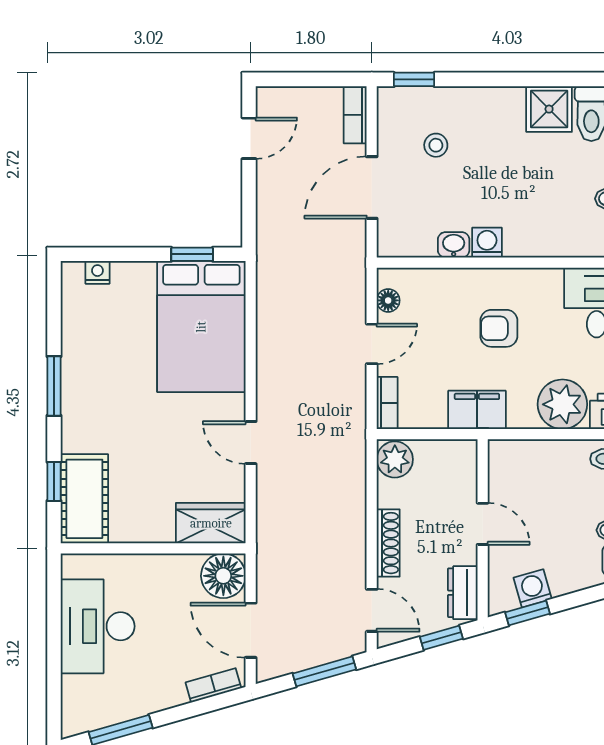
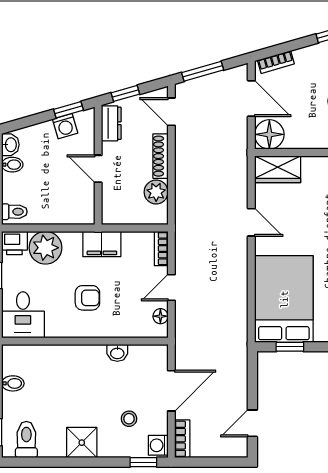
shower: (549, 109) -> (82, 443), moved
washing machine: (487, 243) -> (158, 445), moved, turned 90
plant: (395, 459) -> (156, 192), moved

